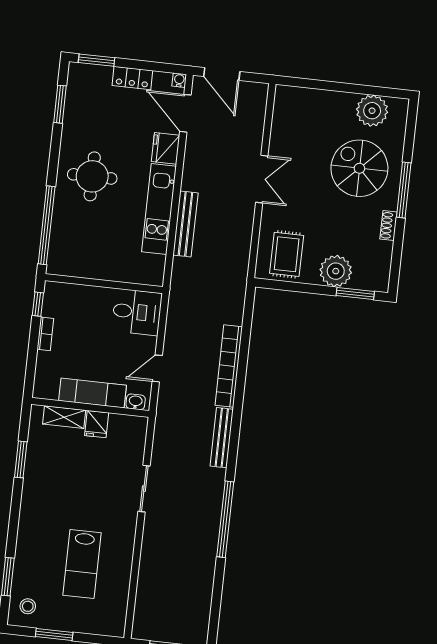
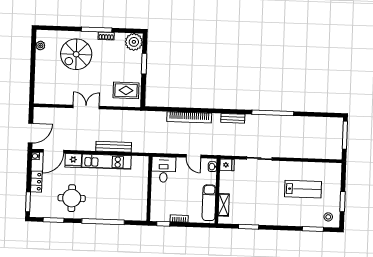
plant: (372, 111) -> (40, 46), width x0.53, depth x0.53
round table: (92, 176) -> (72, 198), moved
window: (404, 190) -> (97, 30), moved
window: (47, 225) -> (103, 222), moved
plant: (336, 271) -> (134, 42), moved
window: (355, 294) -> (144, 64), moved
exam couch: (93, 393) -> (209, 203), moved
fridge: (97, 424) -> (227, 165), moved
bench: (222, 438) -> (233, 118), width x0.73

